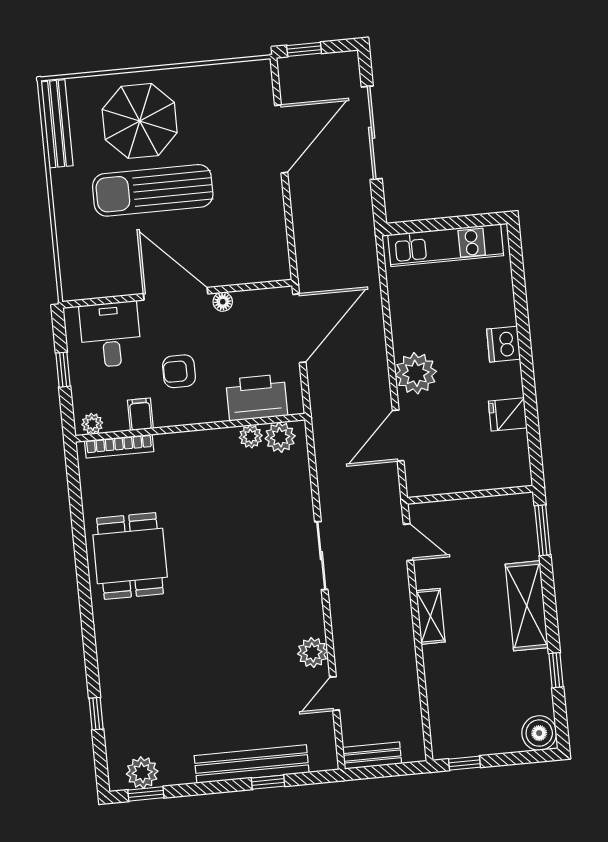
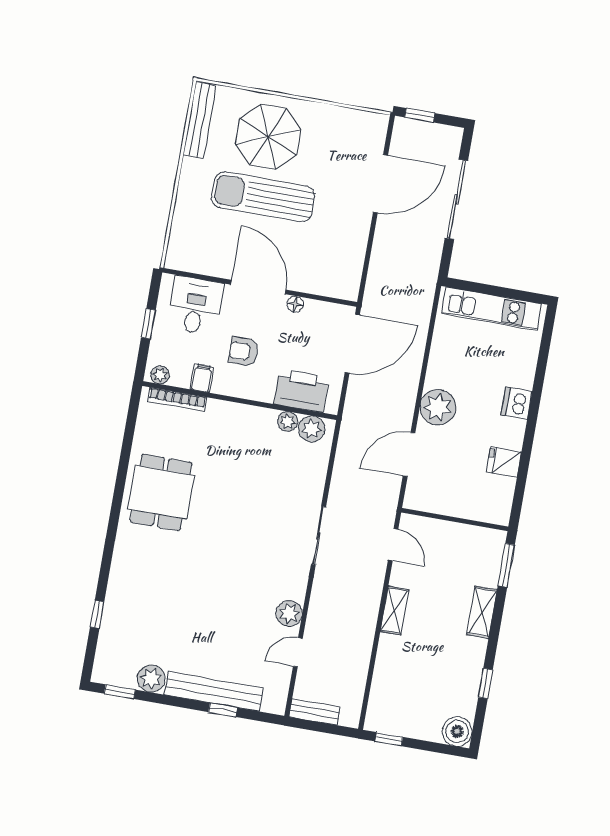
shelving: (527, 606) -> (482, 612), width x0.67, depth x0.75
plant: (142, 773) -> (151, 679), moved

